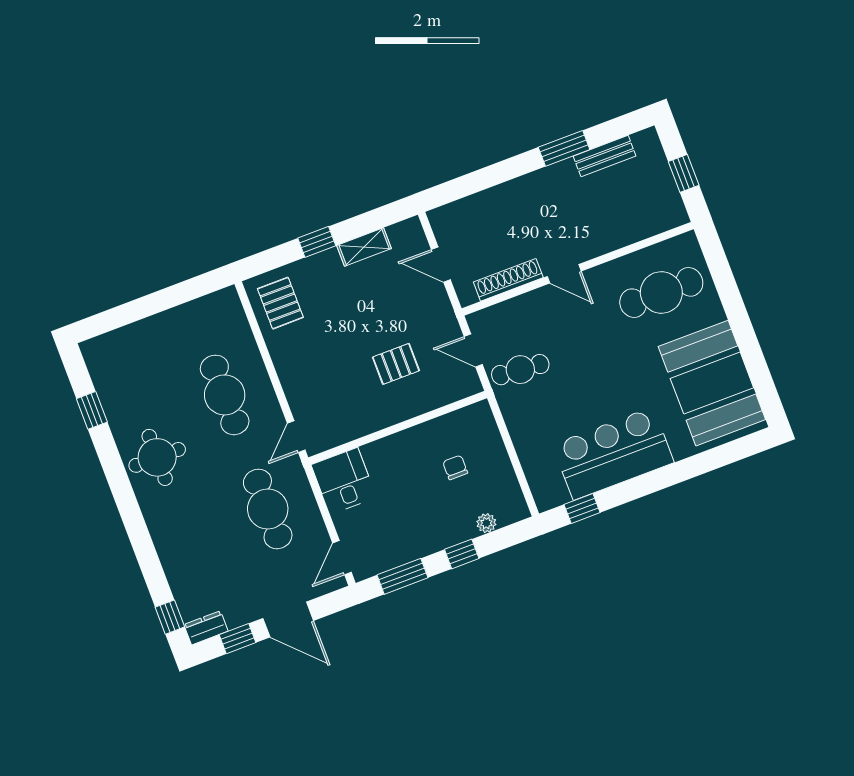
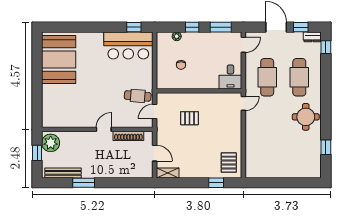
bench: (605, 156) -> (63, 173), width x1.36
plant: (663, 205) -> (51, 143), added
window: (317, 242) -> (216, 183), moved
shelving: (364, 247) -> (168, 173), moved
door: (564, 274) -> (104, 129), hinge flipped
cafe table: (661, 293) -> (66, 106), removed
door: (473, 350) -> (155, 112), swing flipped
cafe table: (225, 395) -> (299, 77), moved
bar counter: (613, 454) -> (128, 45), moved

